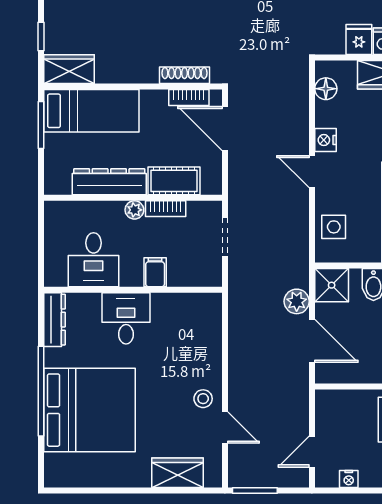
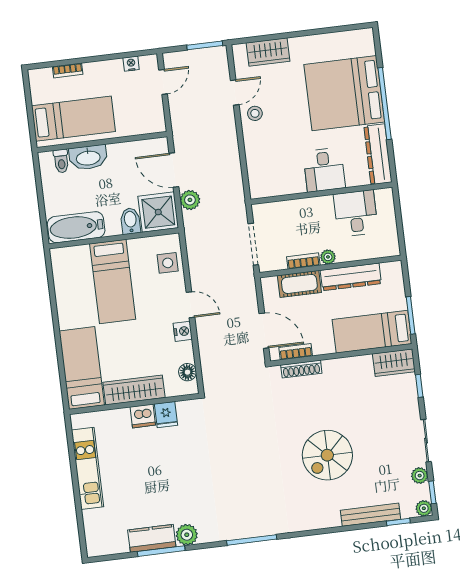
doorway: (225, 237) -> (253, 244), width x1.38
filing cabinet: (155, 272) -> (305, 209), removed
shower: (332, 285) -> (158, 212), width x1.36, depth x1.36
dresser: (55, 320) -> (378, 154), width x1.37, depth x1.24
door: (225, 428) -> (235, 93), swing flipped

